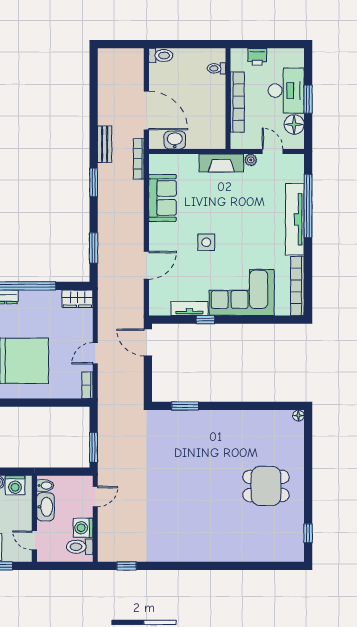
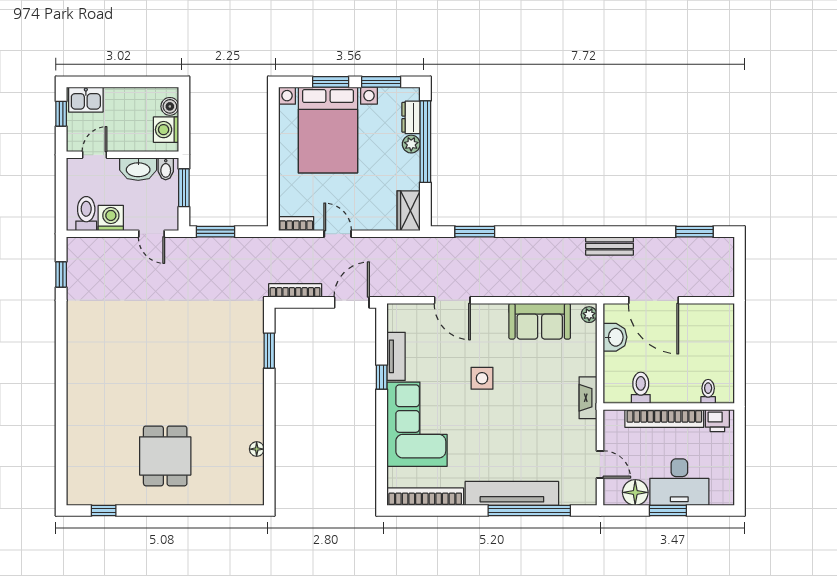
toilet: (161, 56) -> (641, 388), moved, turned 180
printer: (257, 57) -> (717, 421), moved, turned -90
door: (146, 110) -> (653, 300), hinge flipped
door: (273, 151) -> (600, 464), hinge flipped
bookcase: (139, 159) -> (295, 290), moved
plant: (251, 160) -> (589, 315), moved
fireplace: (221, 163) -> (588, 398), width x0.73, depth x0.76
window: (94, 182) -> (695, 232), moved
plant: (26, 297) -> (411, 144), added
floor lamp: (298, 416) -> (257, 449), moved
window: (60, 472) -> (184, 188), added

